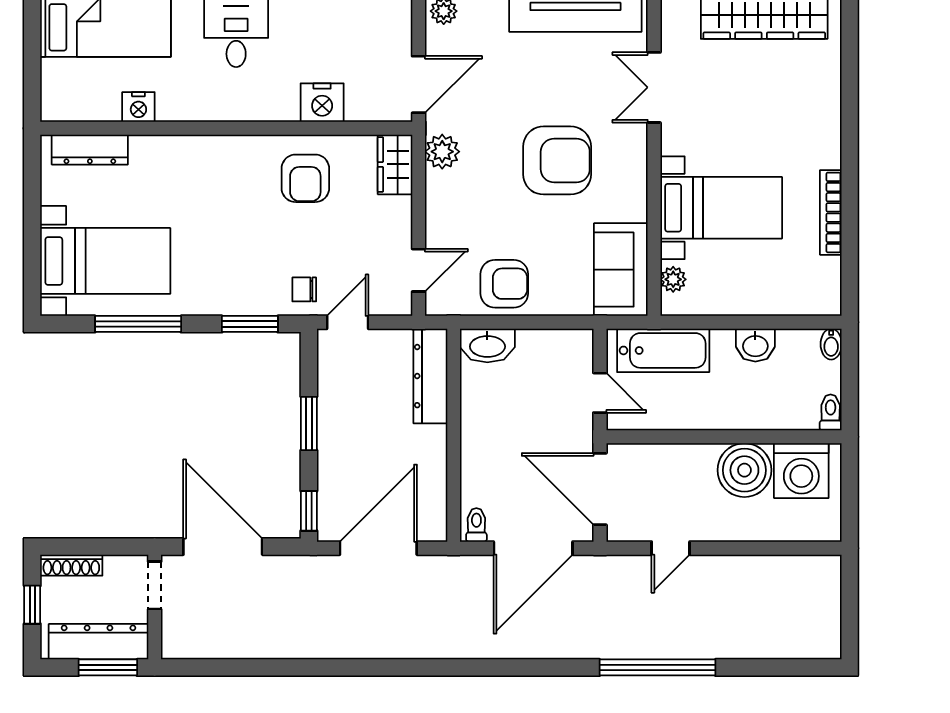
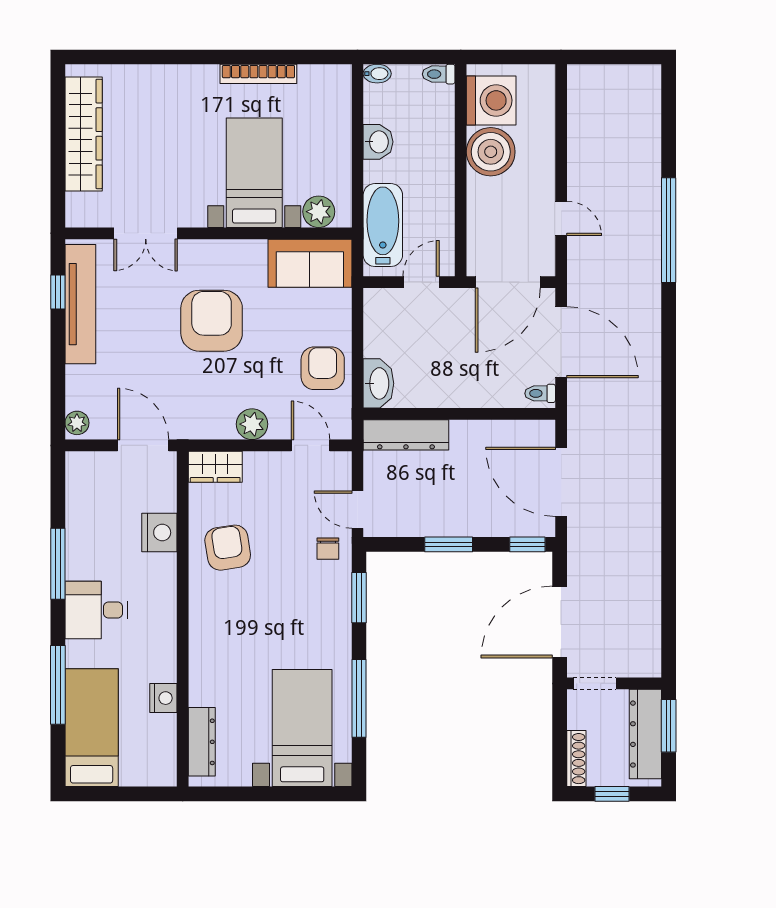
plant: (442, 152) -> (252, 424), moved
armchair: (305, 178) -> (228, 548), turned -99
plant: (673, 279) -> (319, 212), width x1.38, depth x1.38

